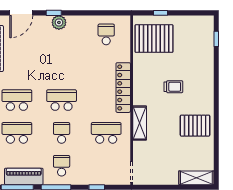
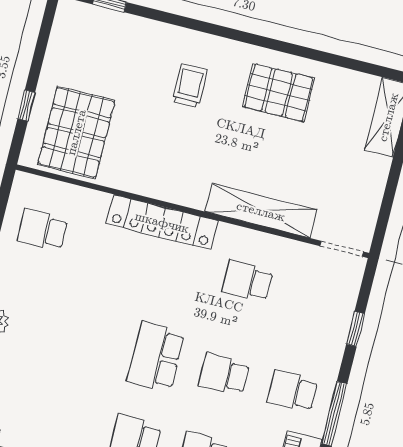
trolley: (173, 87) -> (190, 86), moved
shelving: (140, 123) -> (261, 211), width x1.47
pallet: (195, 126) -> (279, 93), turned 90
school desk: (106, 133) -> (247, 281), width x0.54

